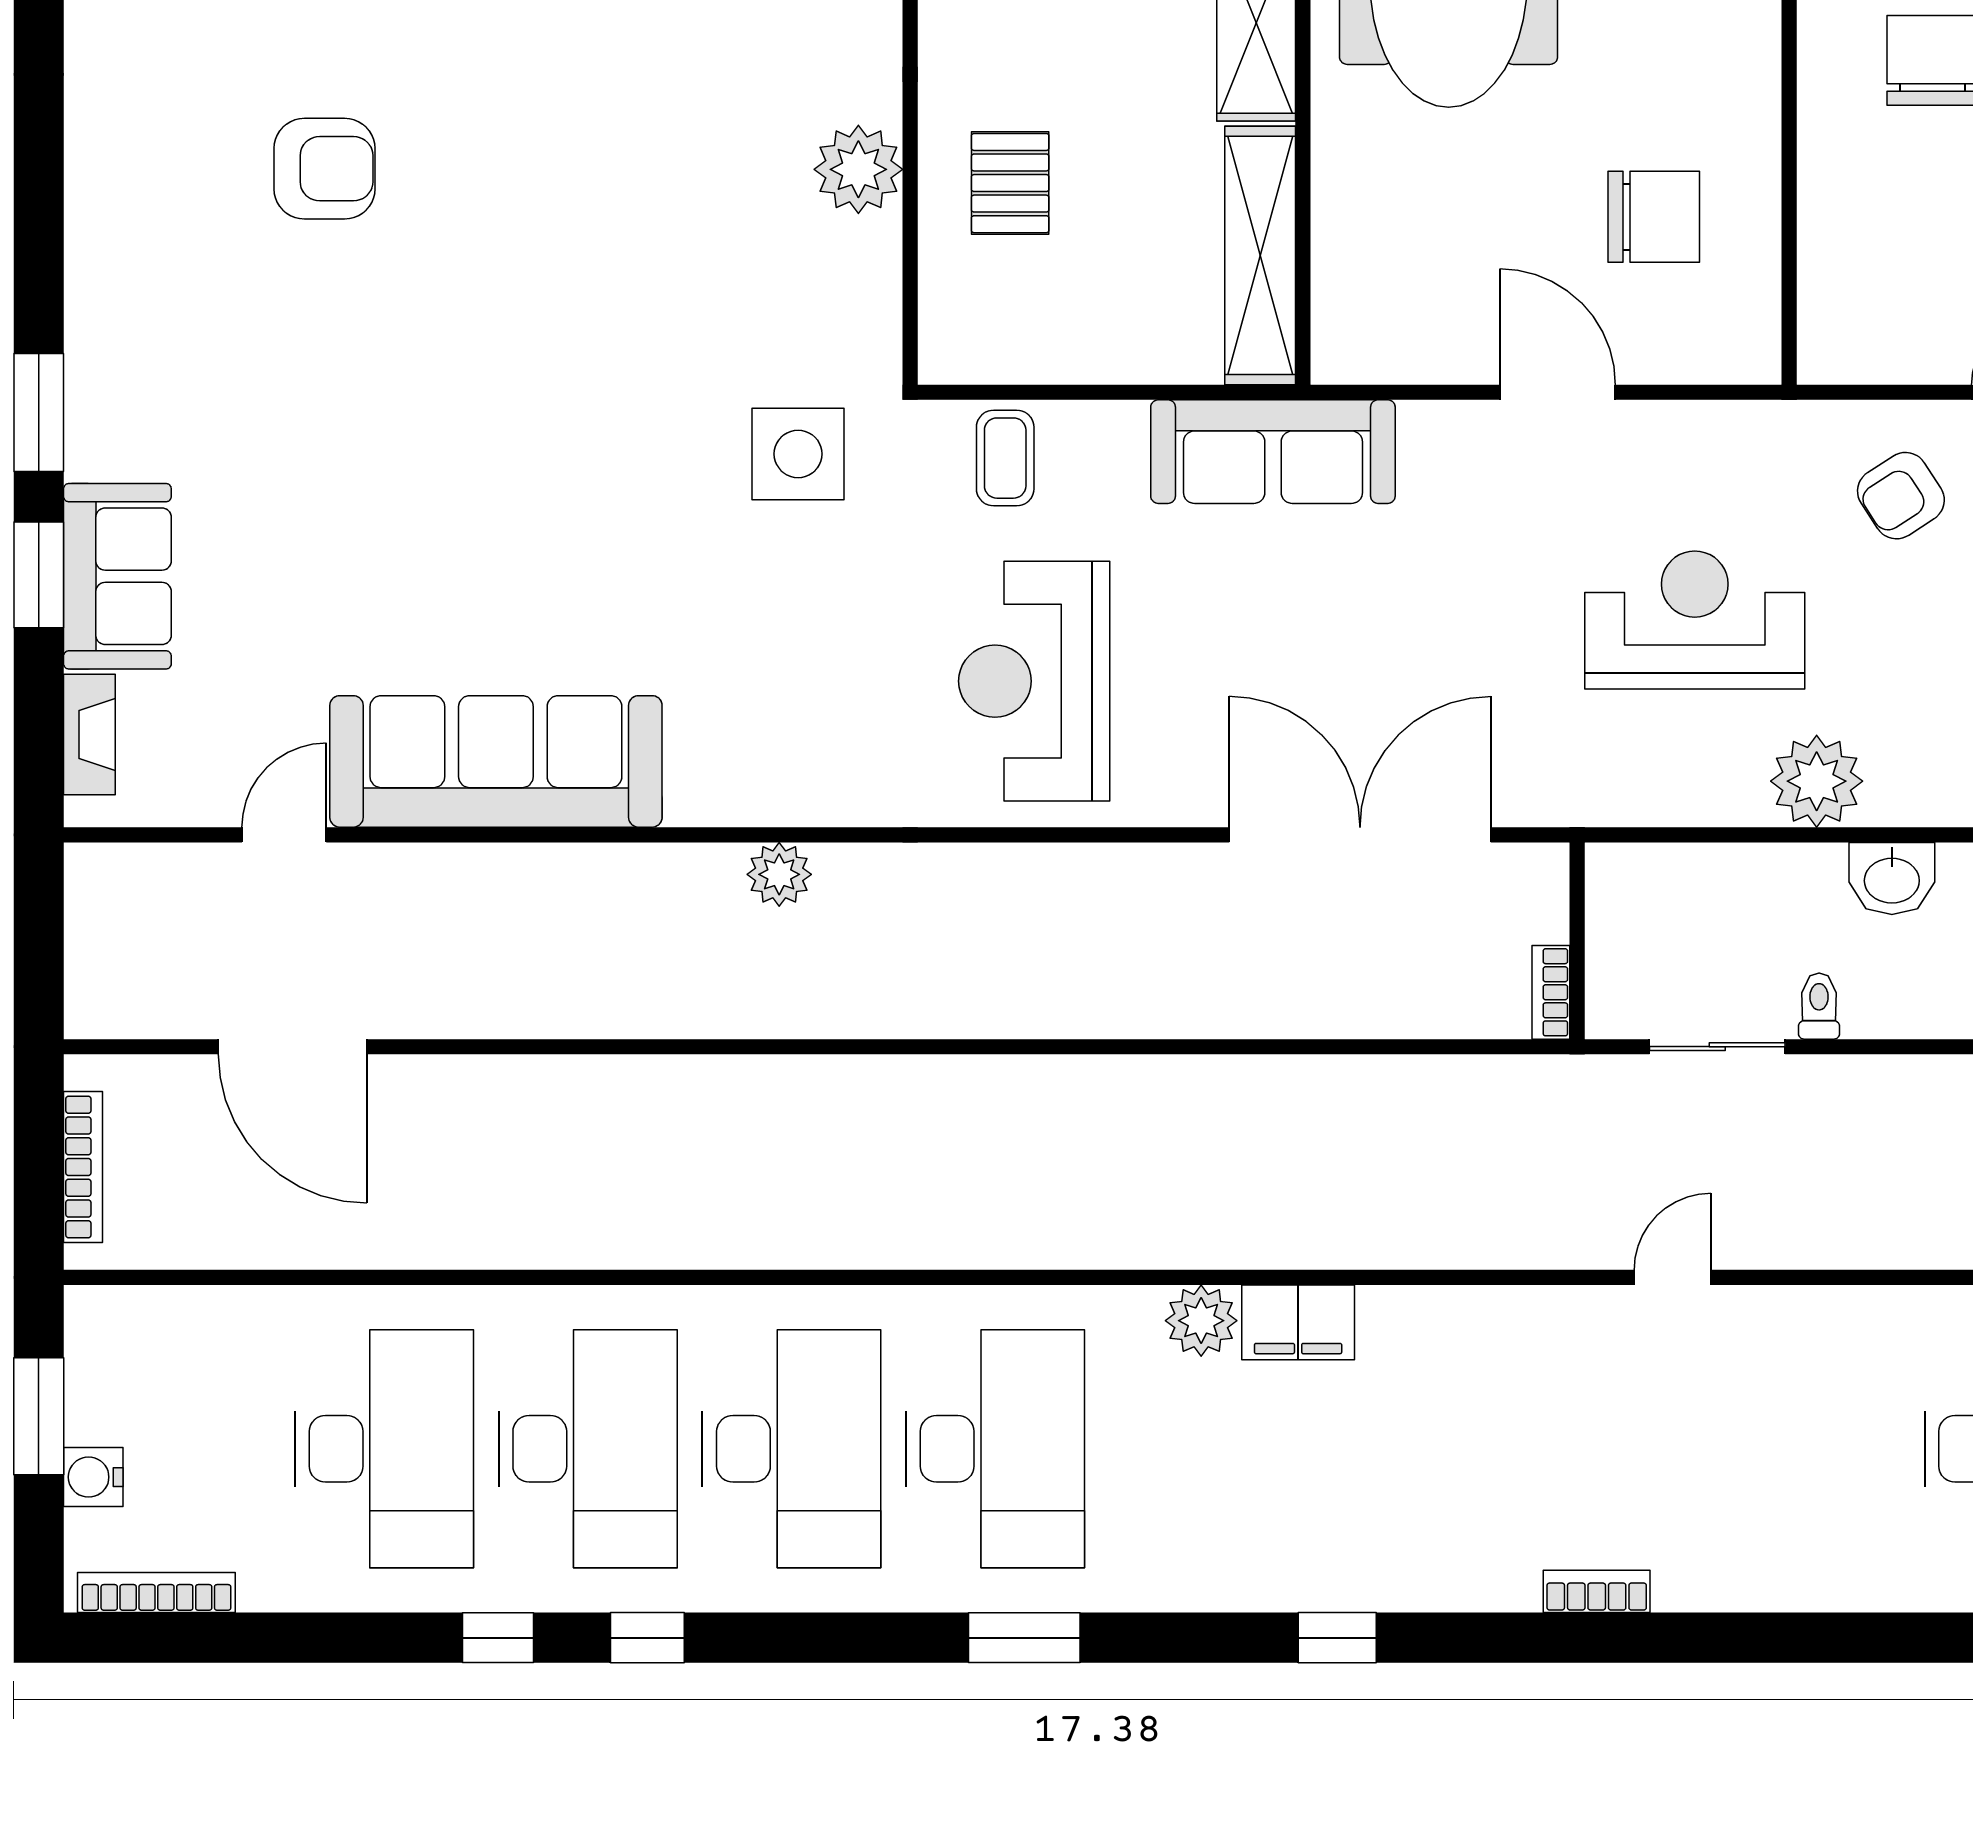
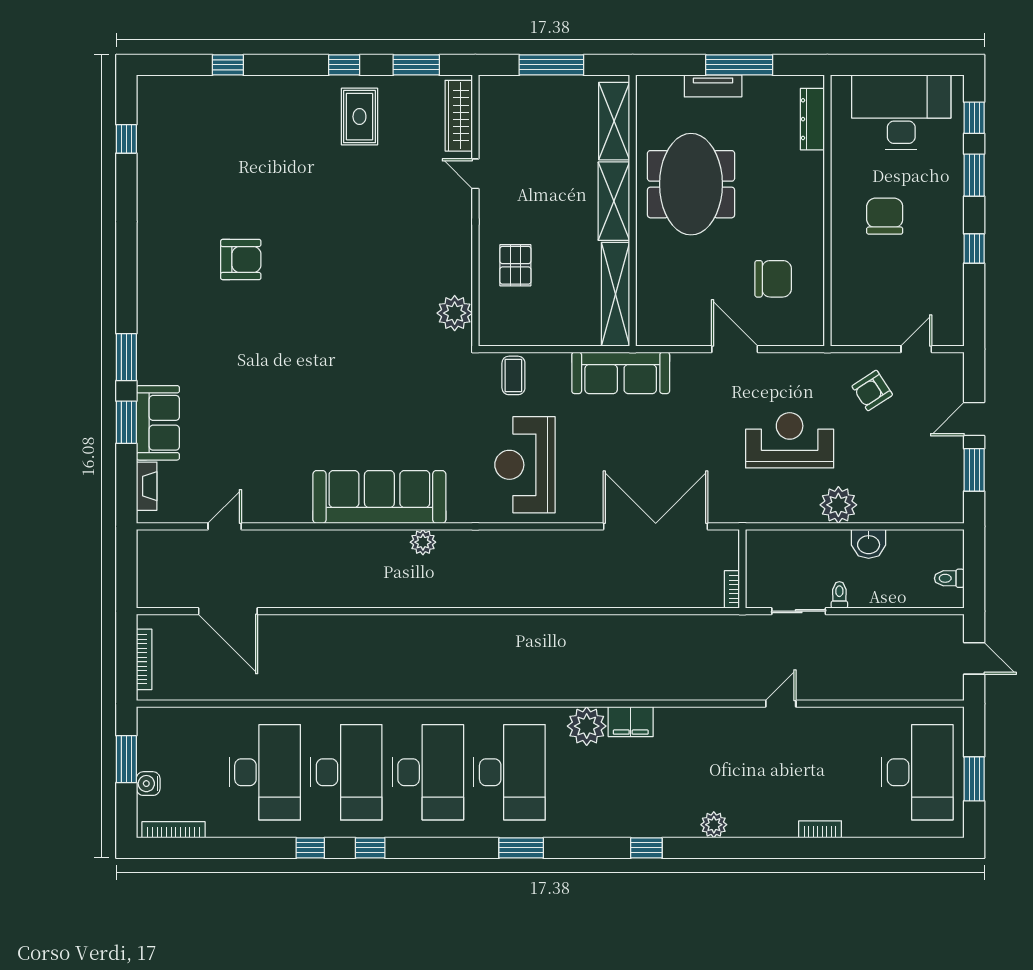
plant: (858, 169) -> (455, 313), moved
side table: (798, 454) -> (430, 374), removed
sofa: (496, 761) -> (379, 497), moved
plant: (1201, 1321) -> (587, 726), width x1.36, depth x1.36
plant: (1506, 1580) -> (714, 825), added
bookcase: (1597, 1591) -> (820, 829), moved

